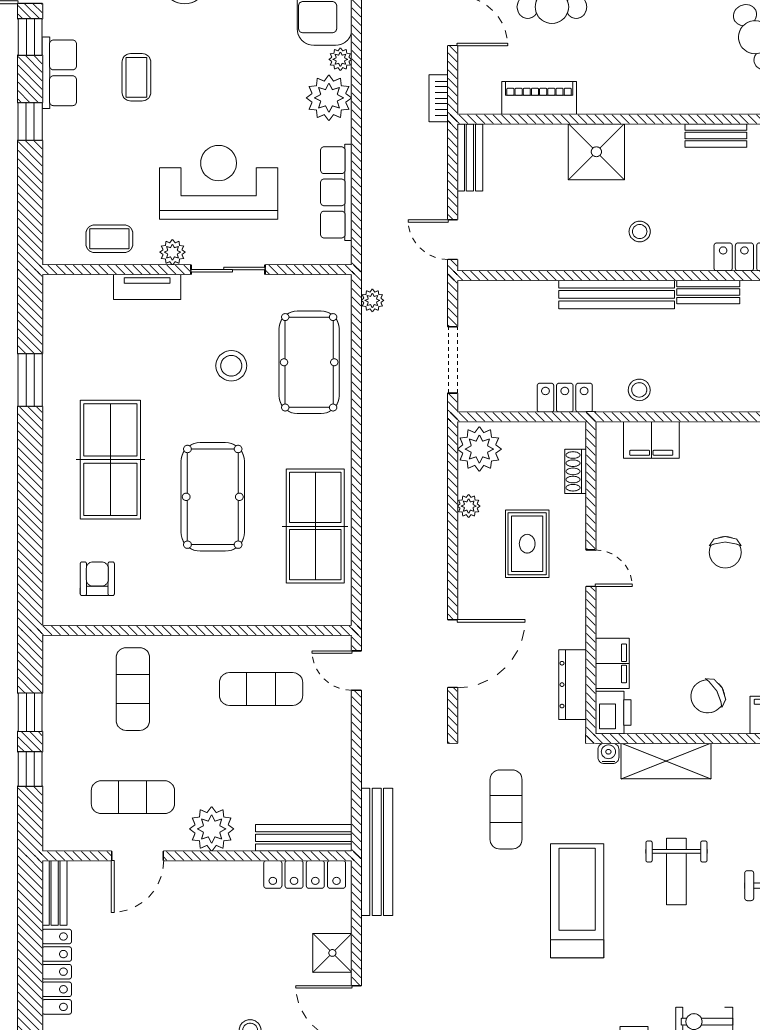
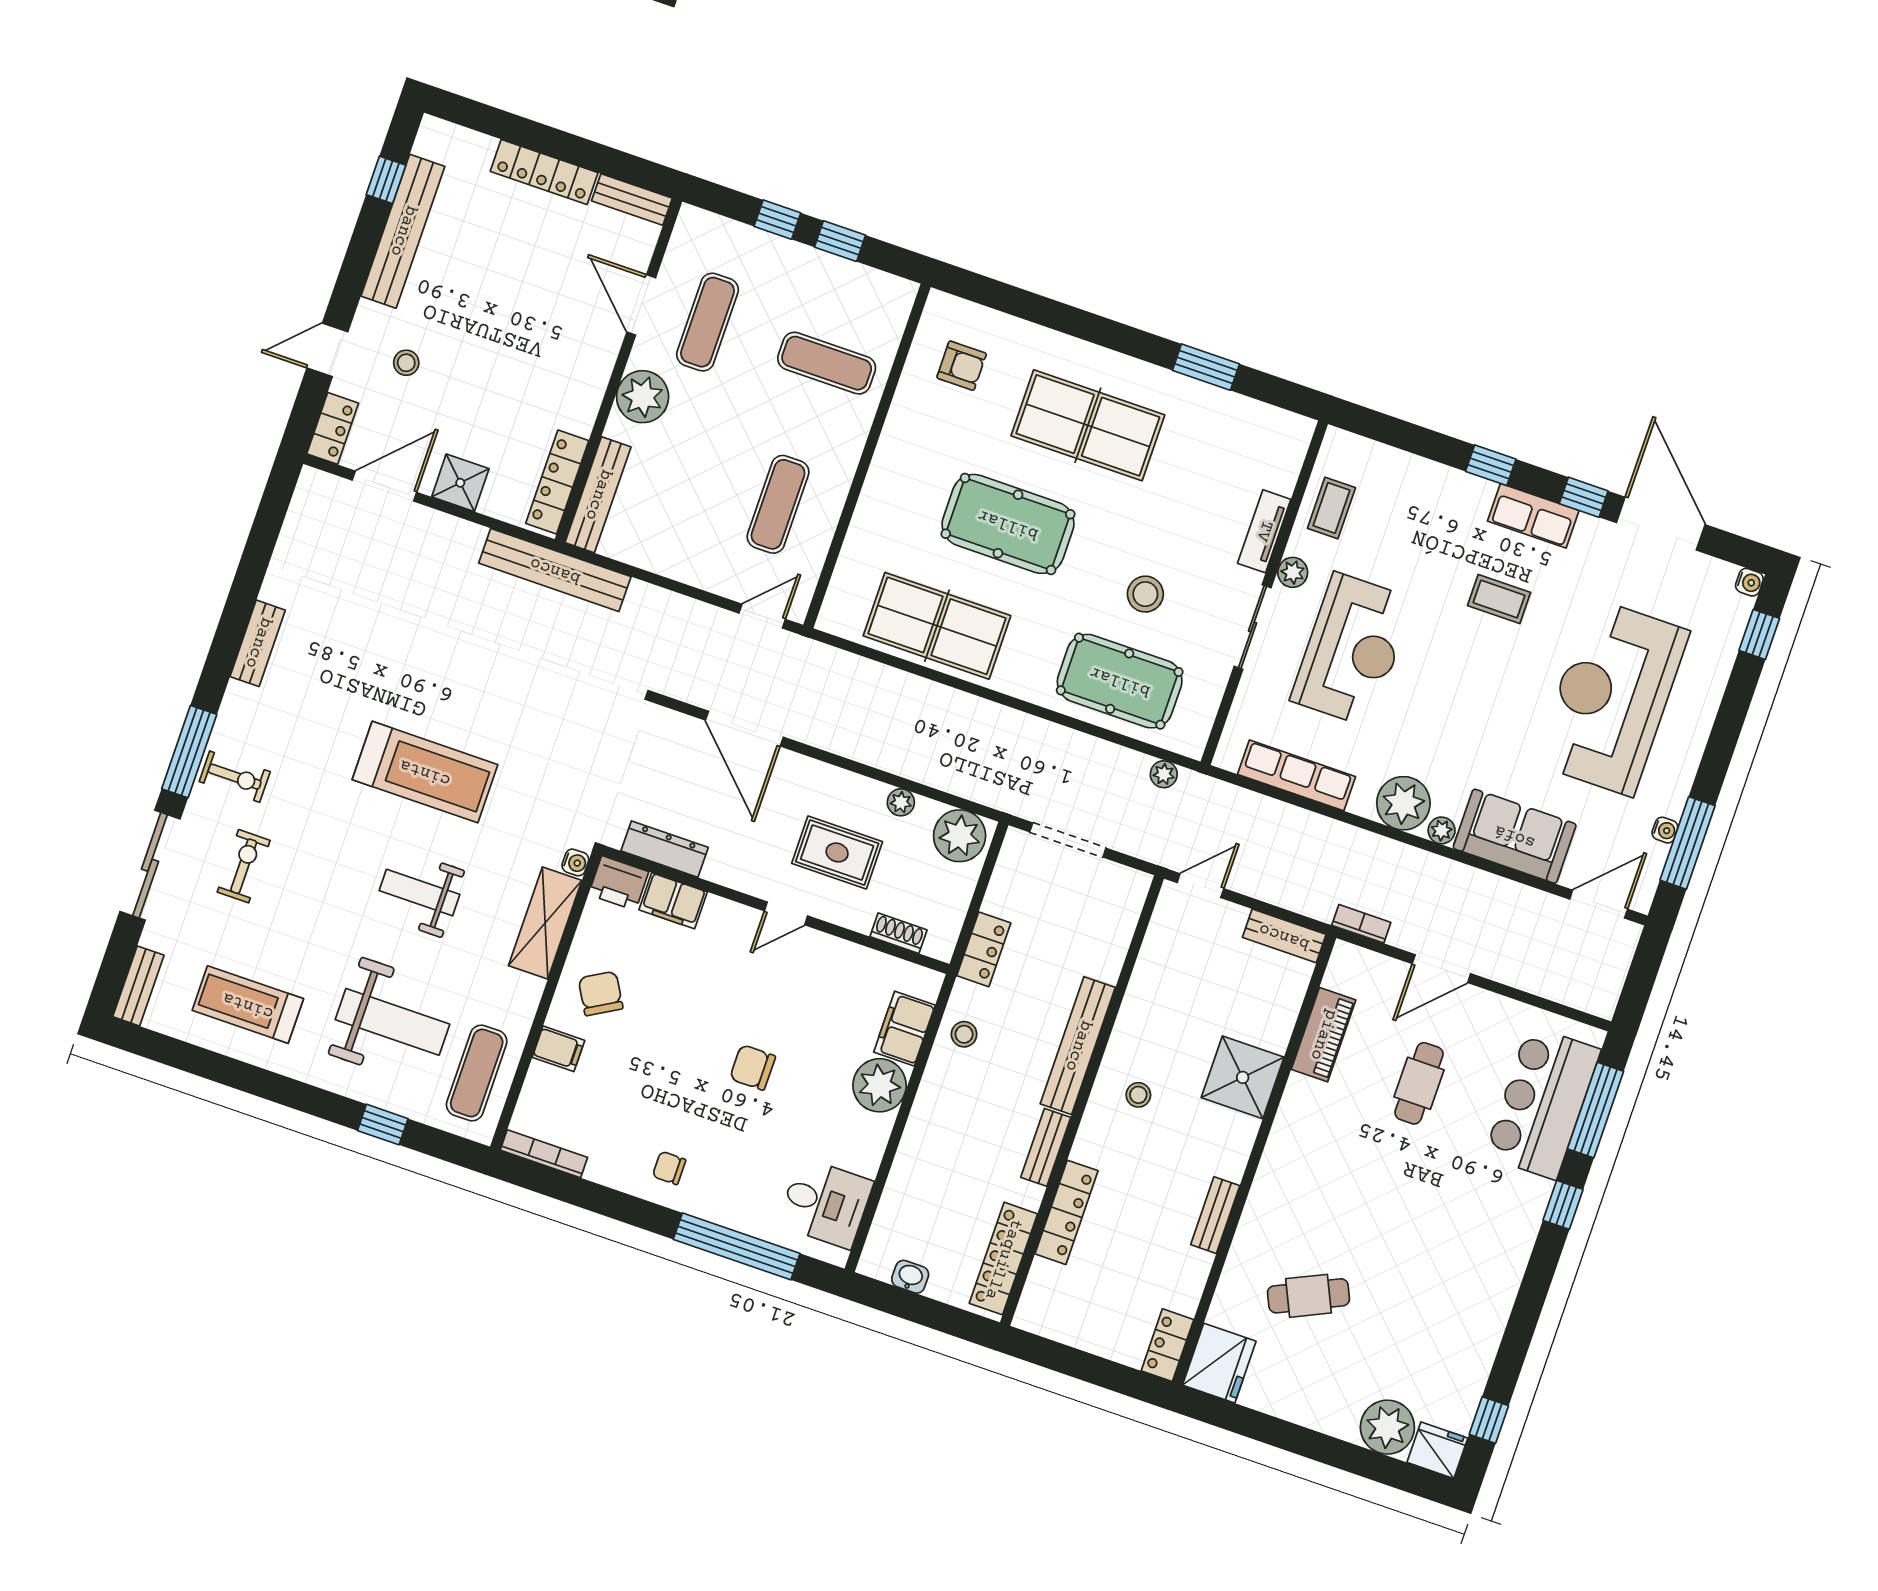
plant: (704, 444) -> (880, 1085), added
exercise mat: (506, 809) -> (552, 728), removed

